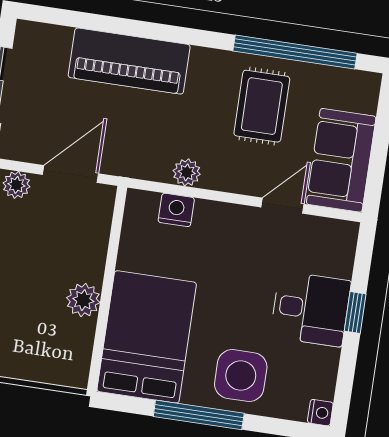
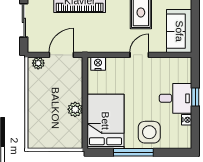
plant: (187, 172) -> (112, 47), removed
door: (283, 206) -> (139, 55), moved
nightstand: (176, 210) -> (98, 64), moved
nightstand: (320, 413) -> (187, 120), moved

